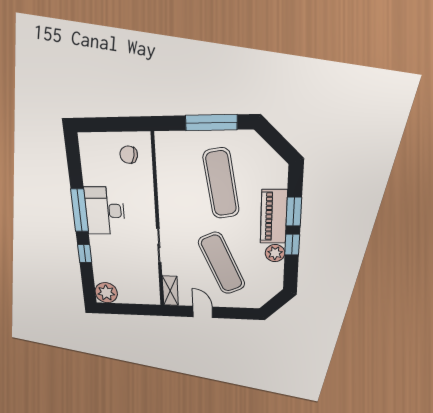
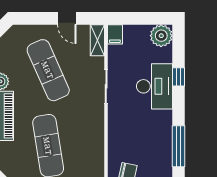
window: (80, 210) -> (179, 146), moved
desk: (105, 211) -> (155, 86), moved
filing cabinet: (153, 295) -> (115, 34), added

